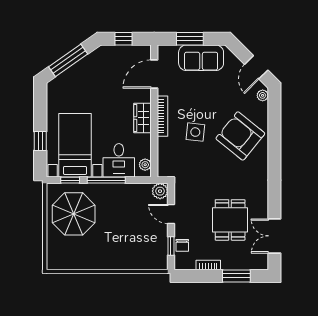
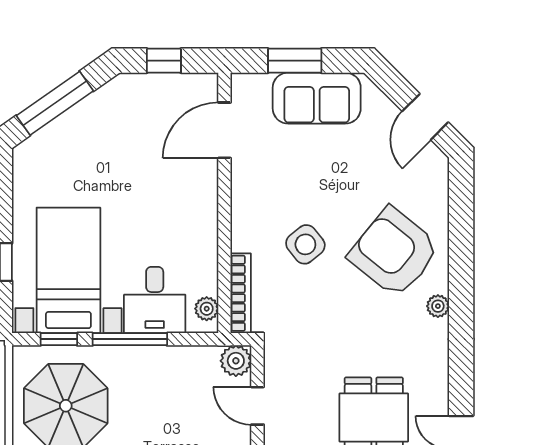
plant: (263, 95) -> (438, 306), moved
bookcase: (162, 116) -> (241, 293), moved
wardrobe: (143, 118) -> (202, 217), removed
side table: (195, 132) -> (305, 244), turned 45

